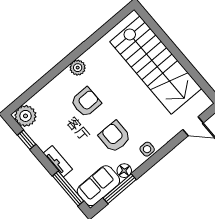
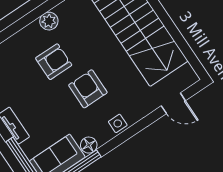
armchair: (115, 137) -> (88, 89), moved

